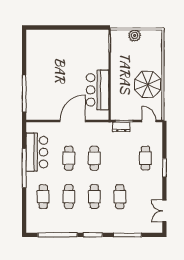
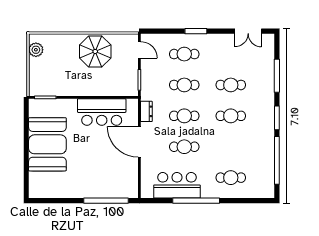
plant: (135, 35) -> (36, 50), moved
booth: (71, 45) -> (47, 144), added
door: (149, 121) -> (139, 50), swing flipped
dresser: (121, 127) -> (146, 111), moved
cafe table: (69, 197) -> (184, 85), moved

